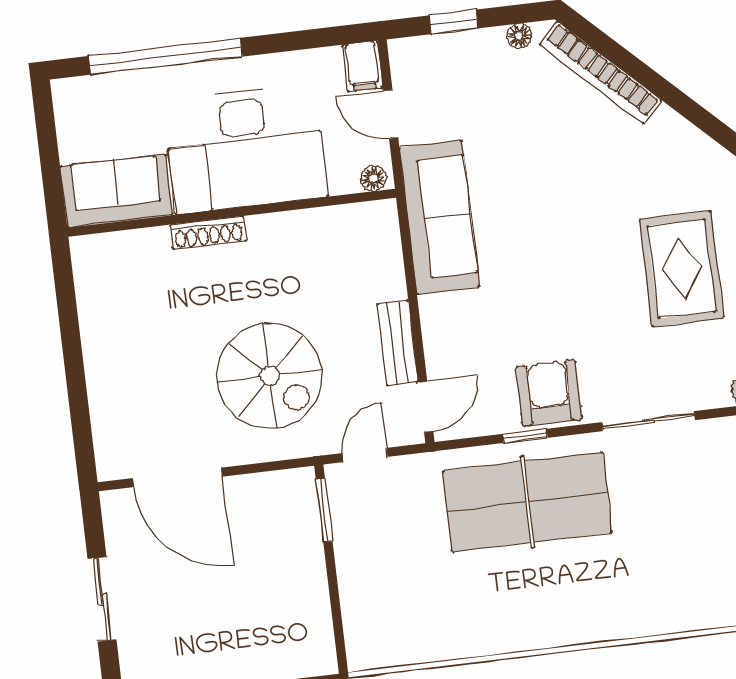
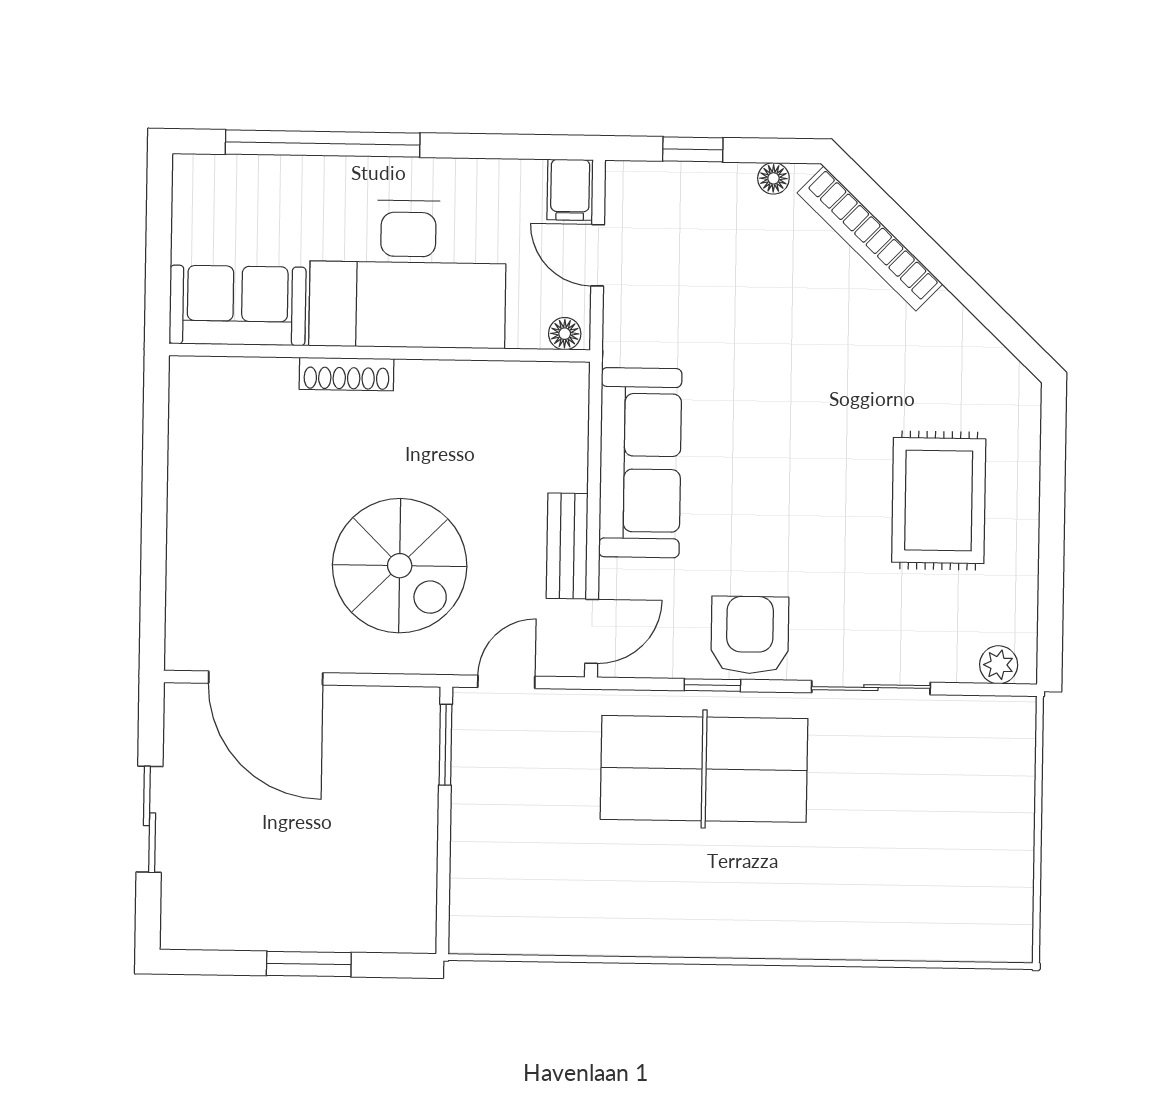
sofa: (439, 217) -> (640, 463), moved

